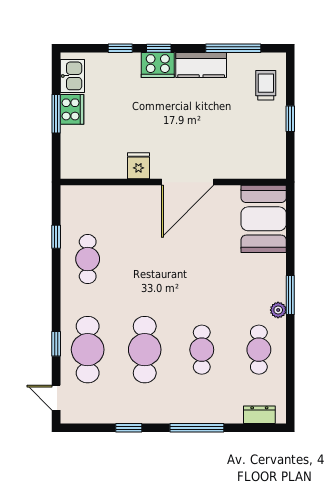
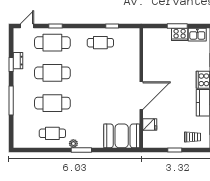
fridge: (138, 166) -> (150, 125), moved
door: (188, 182) -> (141, 96), swing flipped
cafe table: (202, 350) -> (52, 103), width x1.37, depth x1.35
dresser: (259, 415) -> (18, 61), moved

